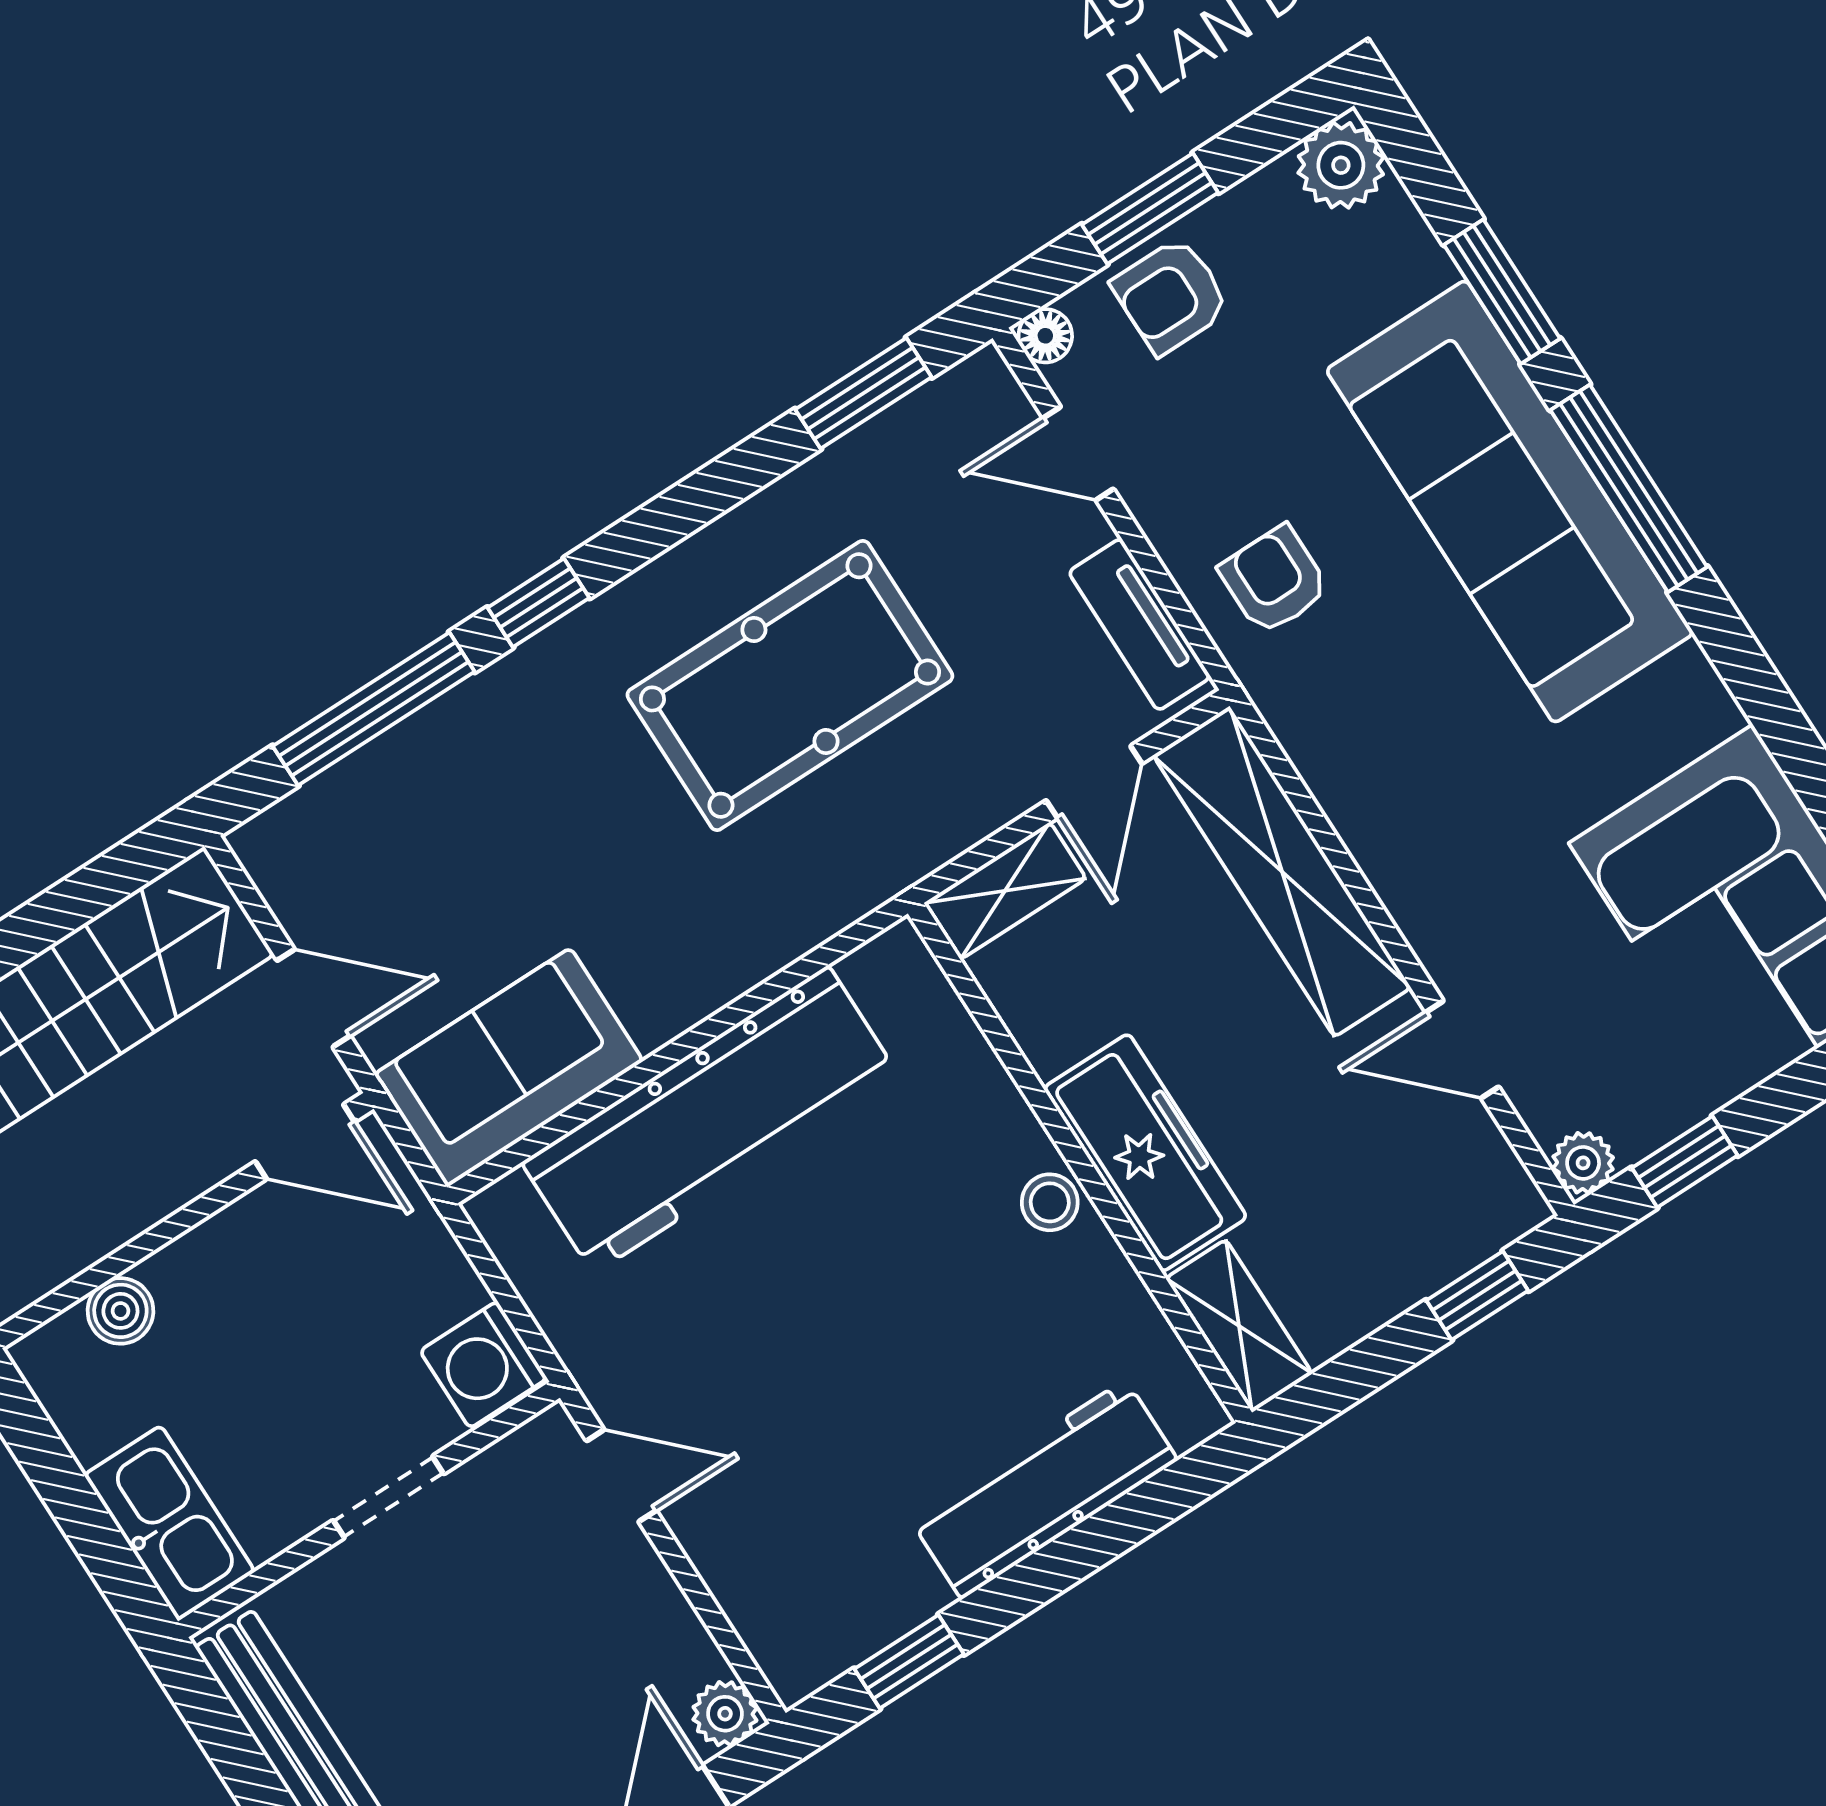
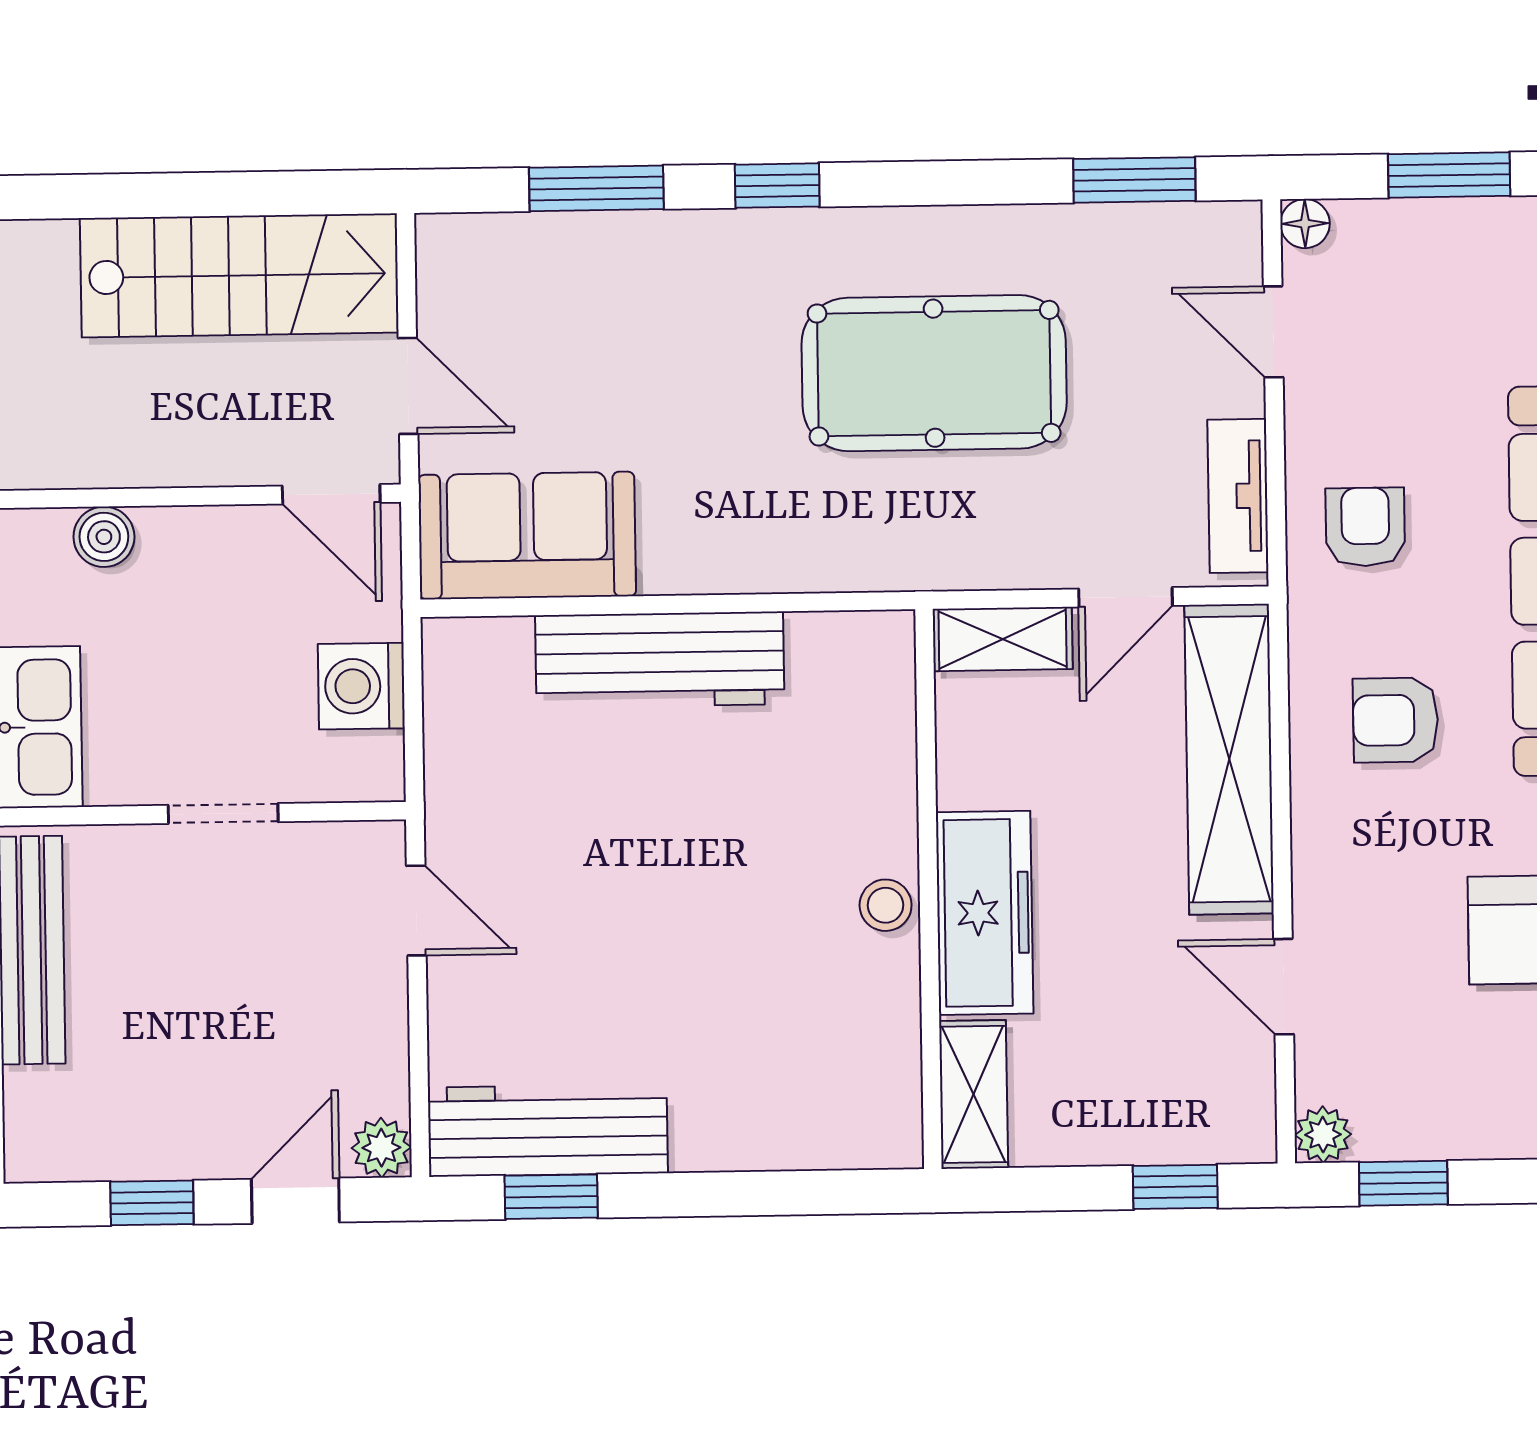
armchair: (1171, 296) -> (1396, 720), moved
window: (374, 709) -> (596, 188), width x0.69
workbench: (711, 1120) -> (660, 660), width x0.73, depth x0.76
washing machine: (484, 1365) -> (361, 686), moved
workbench: (1044, 1489) -> (548, 1130), moved

